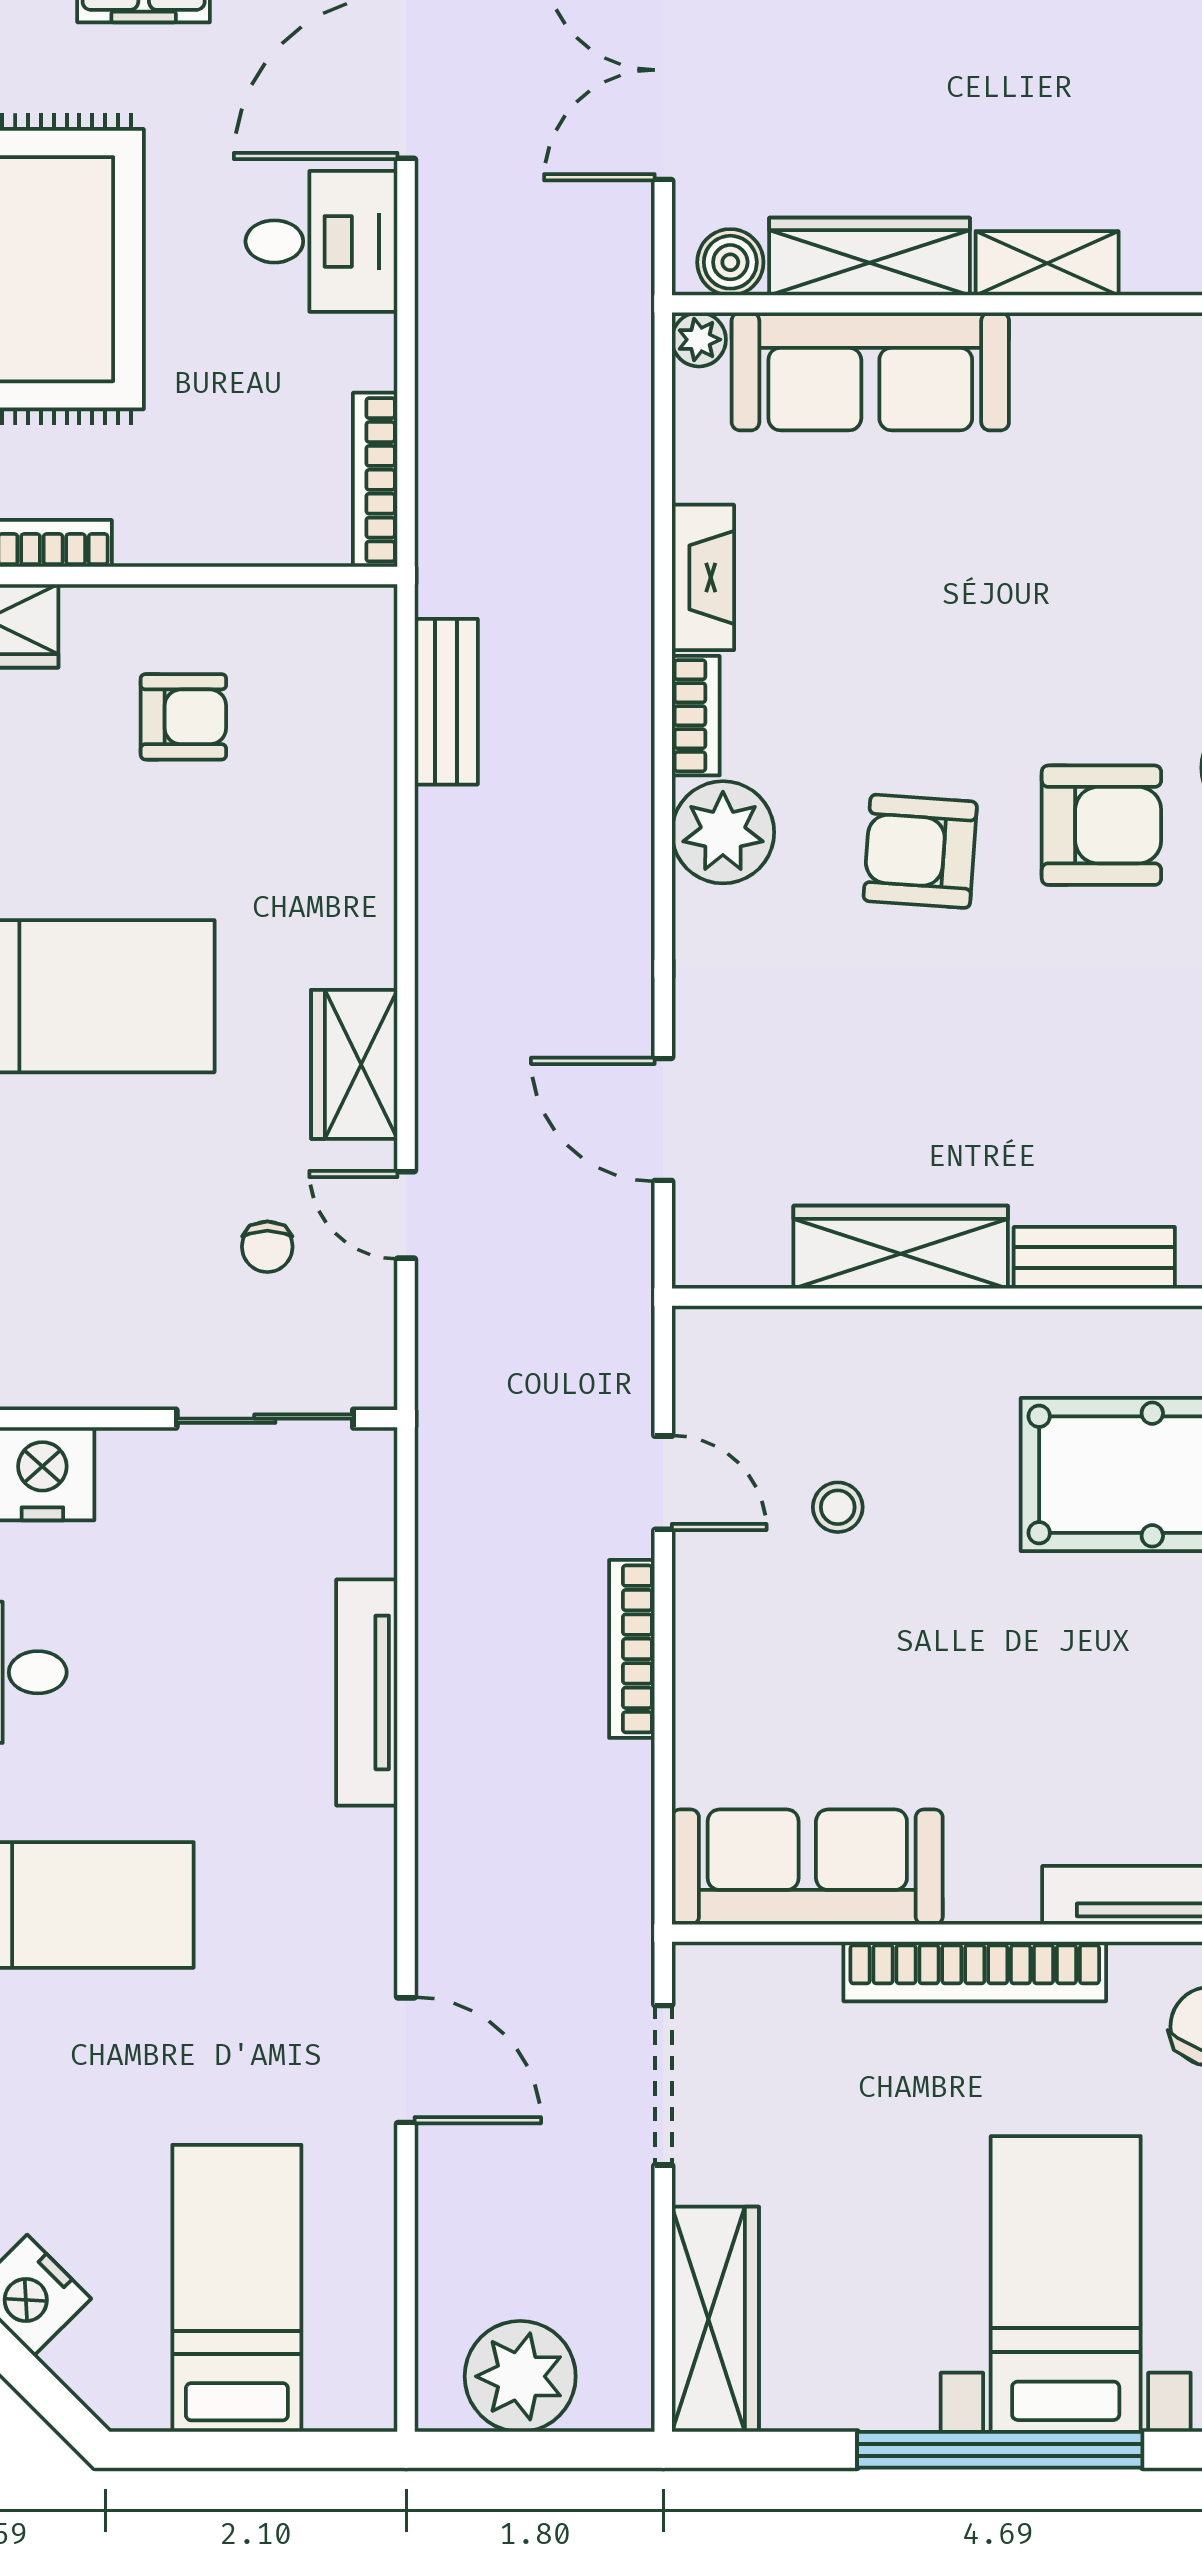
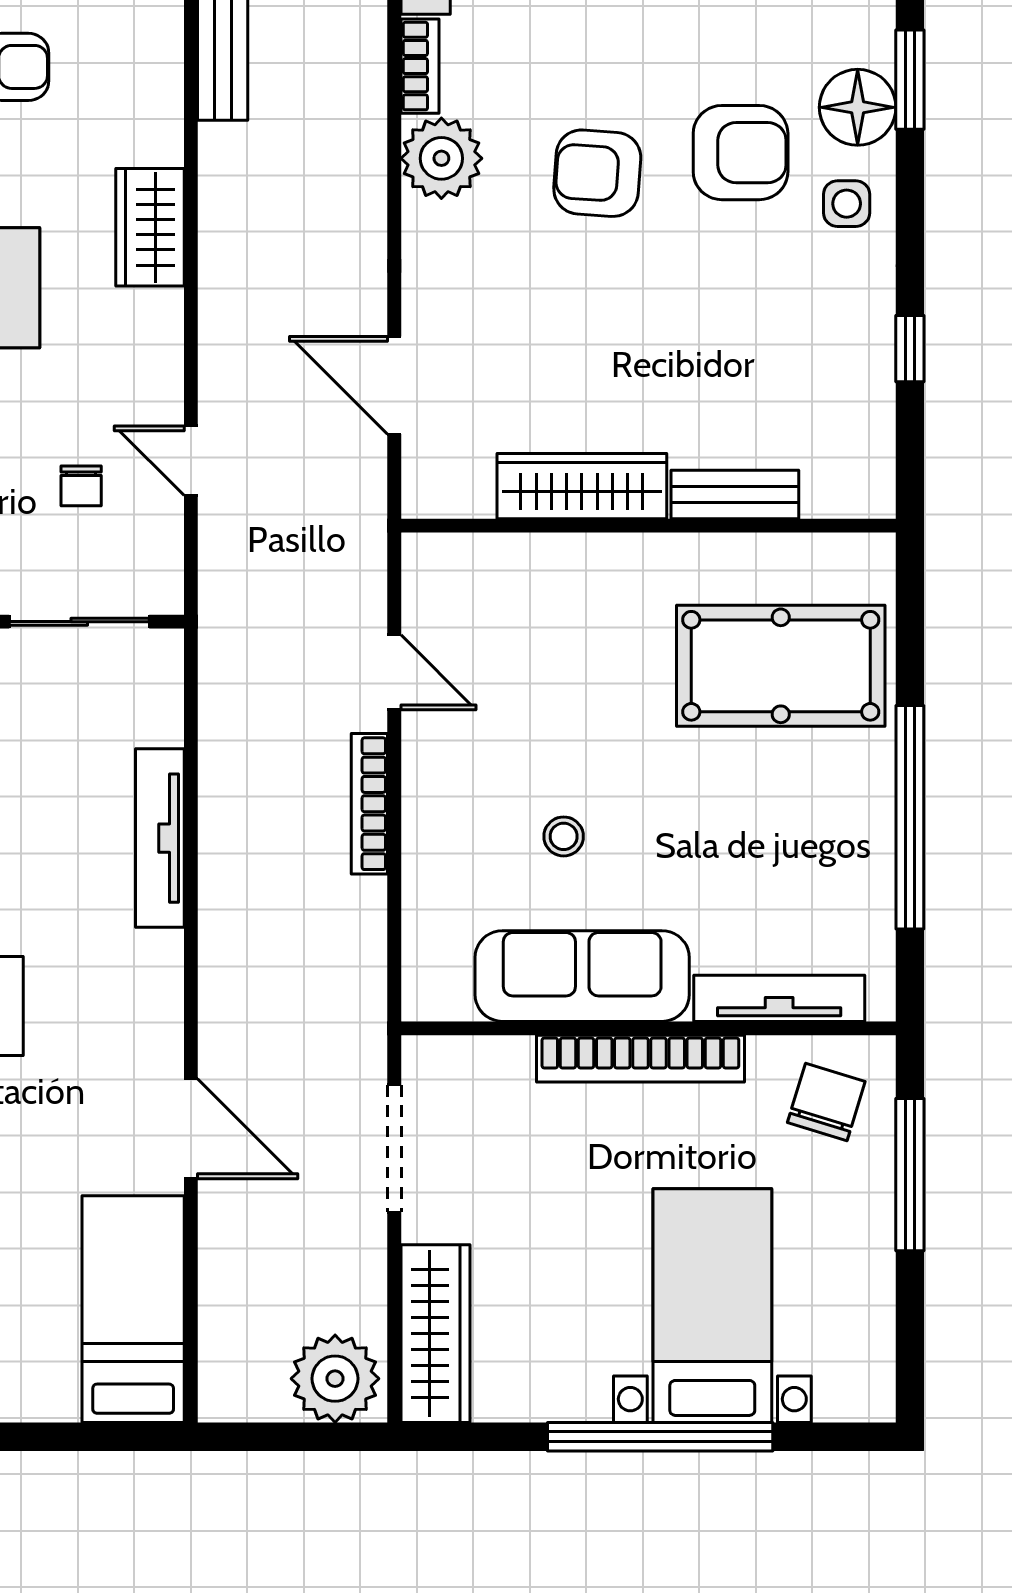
wardrobe: (354, 1064) -> (150, 227), moved
stool: (838, 1507) -> (564, 836), moved
sofa: (807, 1867) -> (582, 976), moved
bed: (237, 2288) -> (133, 1309), moved
plant: (520, 2376) -> (335, 1379), moved

